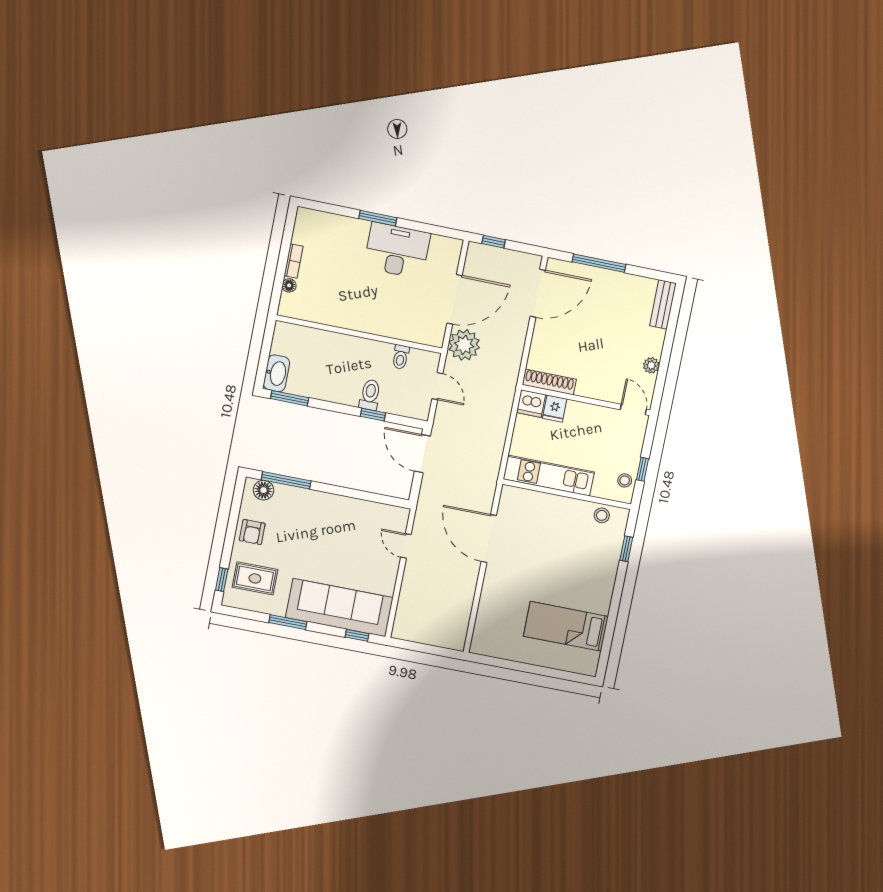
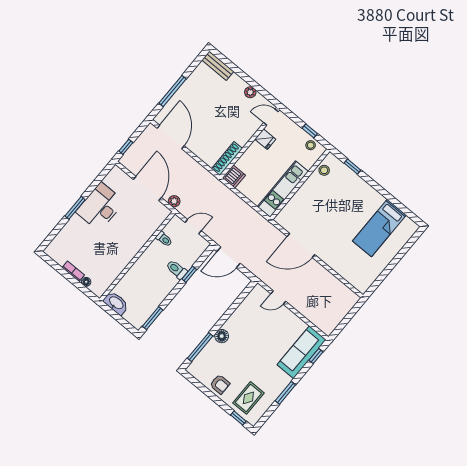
plant: (464, 345) -> (174, 201), width x0.53, depth x0.53
washbasin: (276, 373) -> (116, 303), moved
fridge: (555, 409) -> (265, 139), moved
floor lamp: (263, 490) -> (222, 336), moved
sofa: (339, 608) -> (302, 352), width x0.74, depth x0.79

